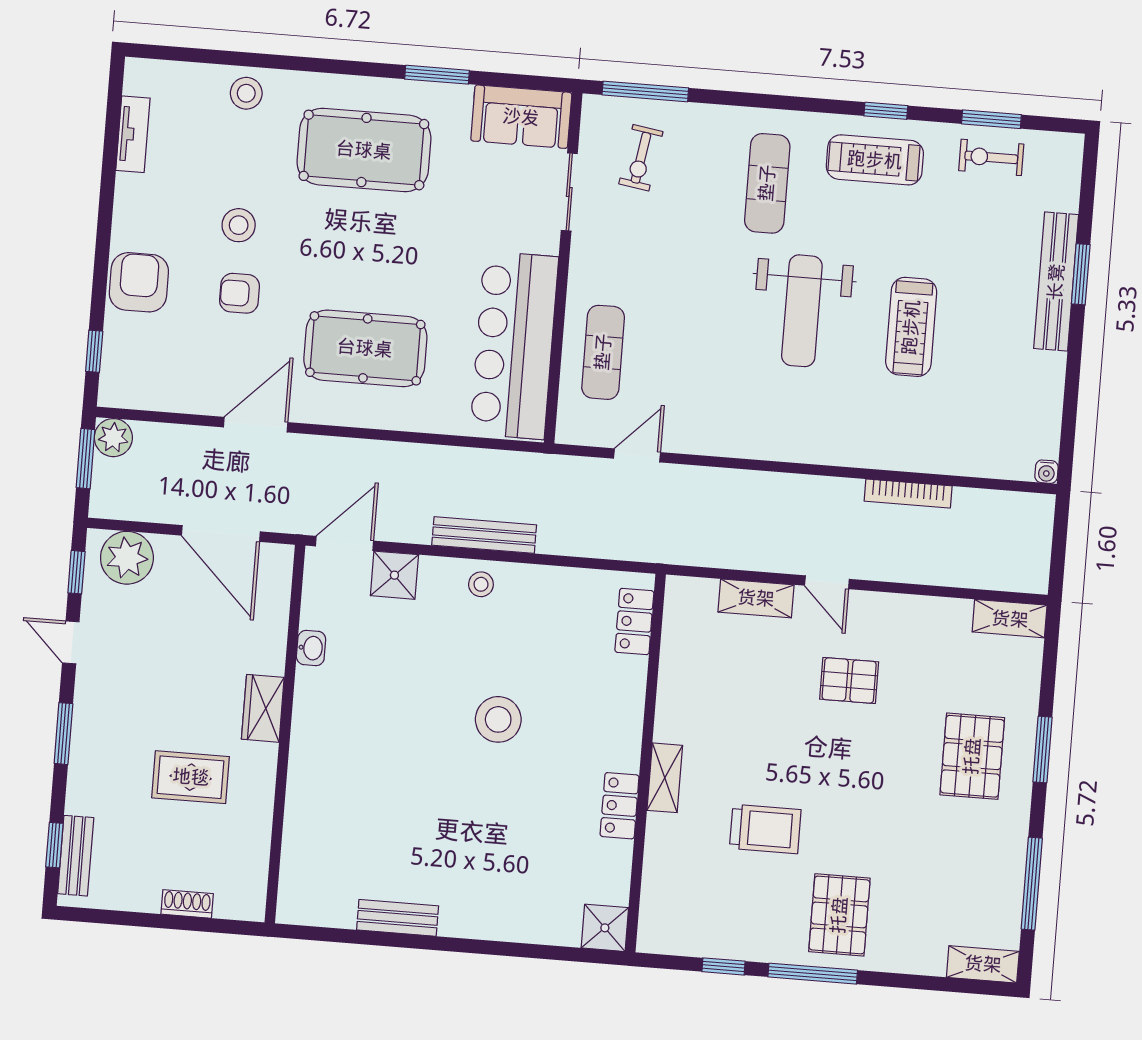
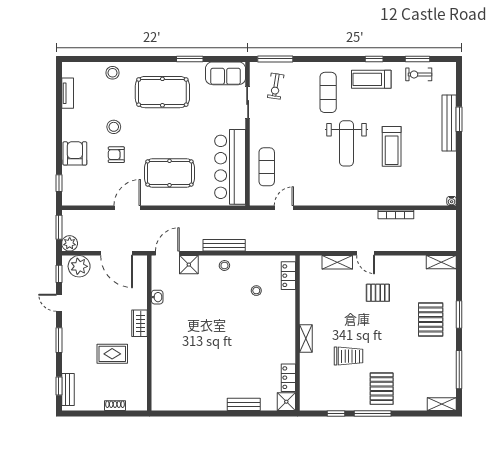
plant: (113, 438) -> (70, 243), moved
stool: (498, 719) -> (256, 291), moved, width x0.53, depth x0.53
locker: (620, 806) -> (288, 378), moved
bench: (398, 918) -> (244, 404), moved

